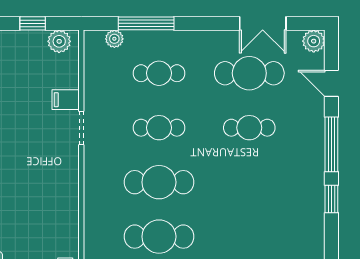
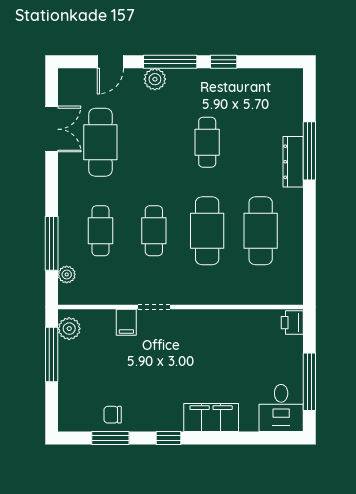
window: (33, 23) -> (52, 354), width x2.17
plant: (314, 41) -> (155, 79), moved
cafe table: (249, 128) -> (207, 142), moved

